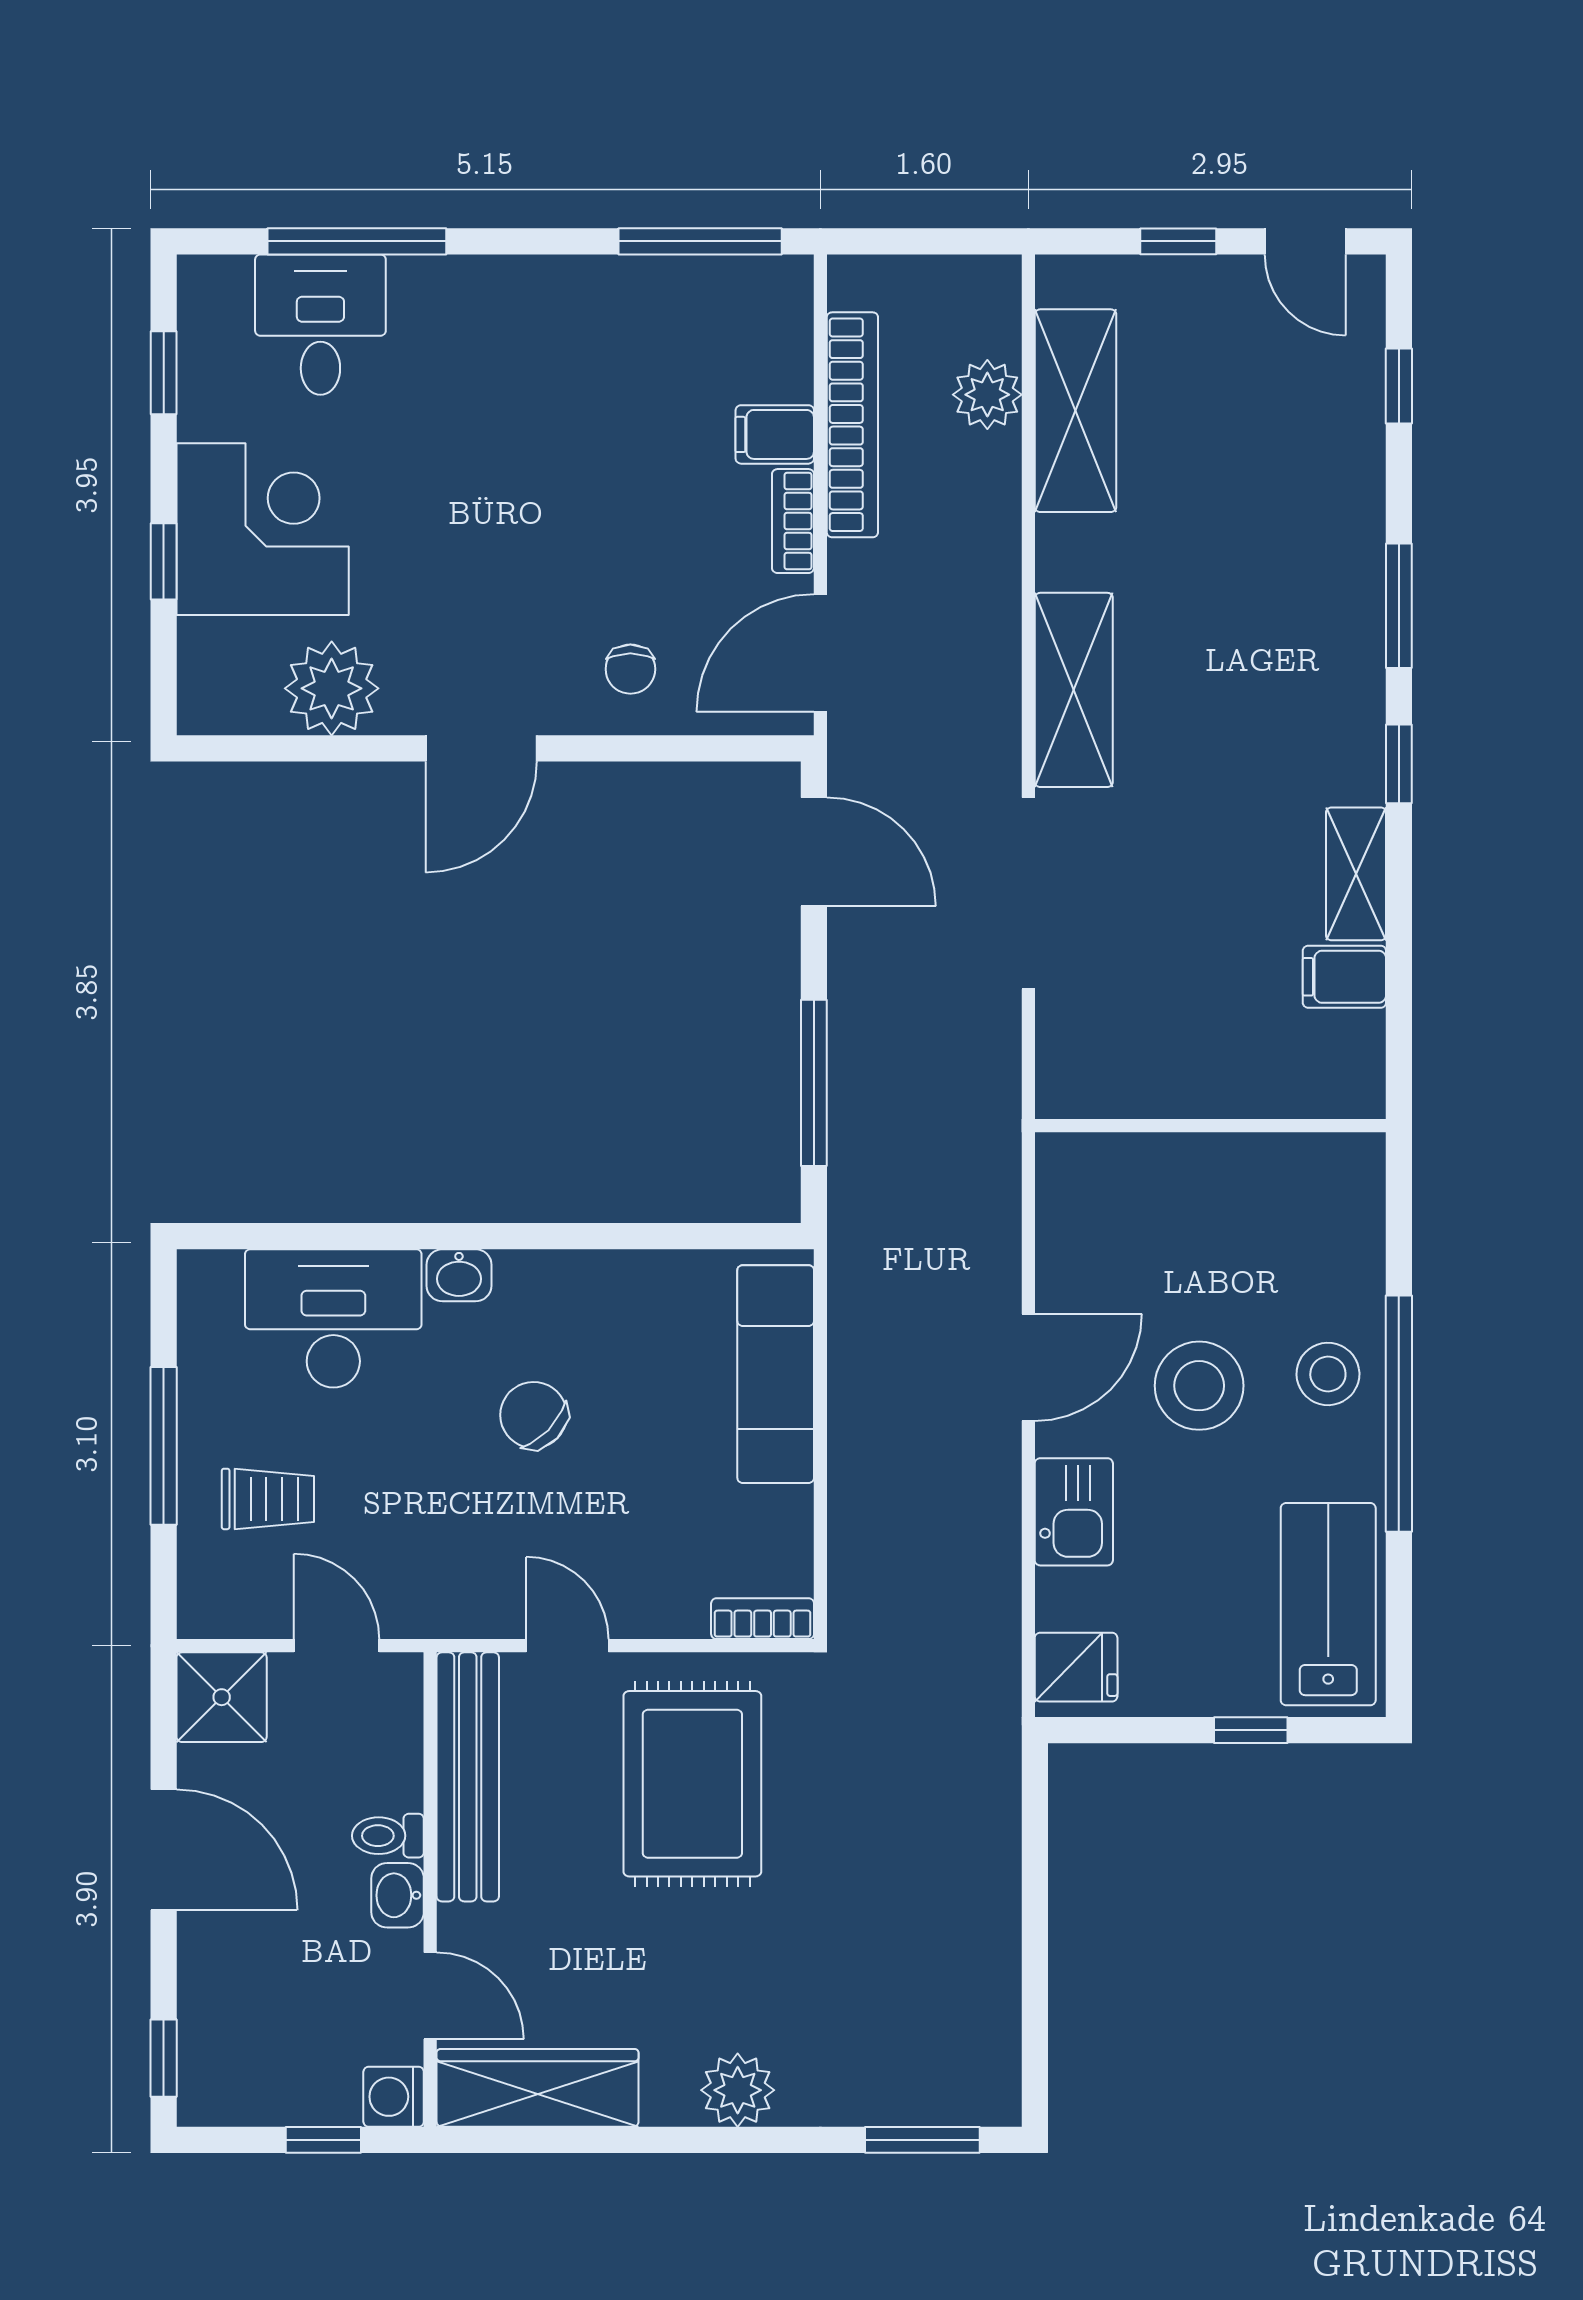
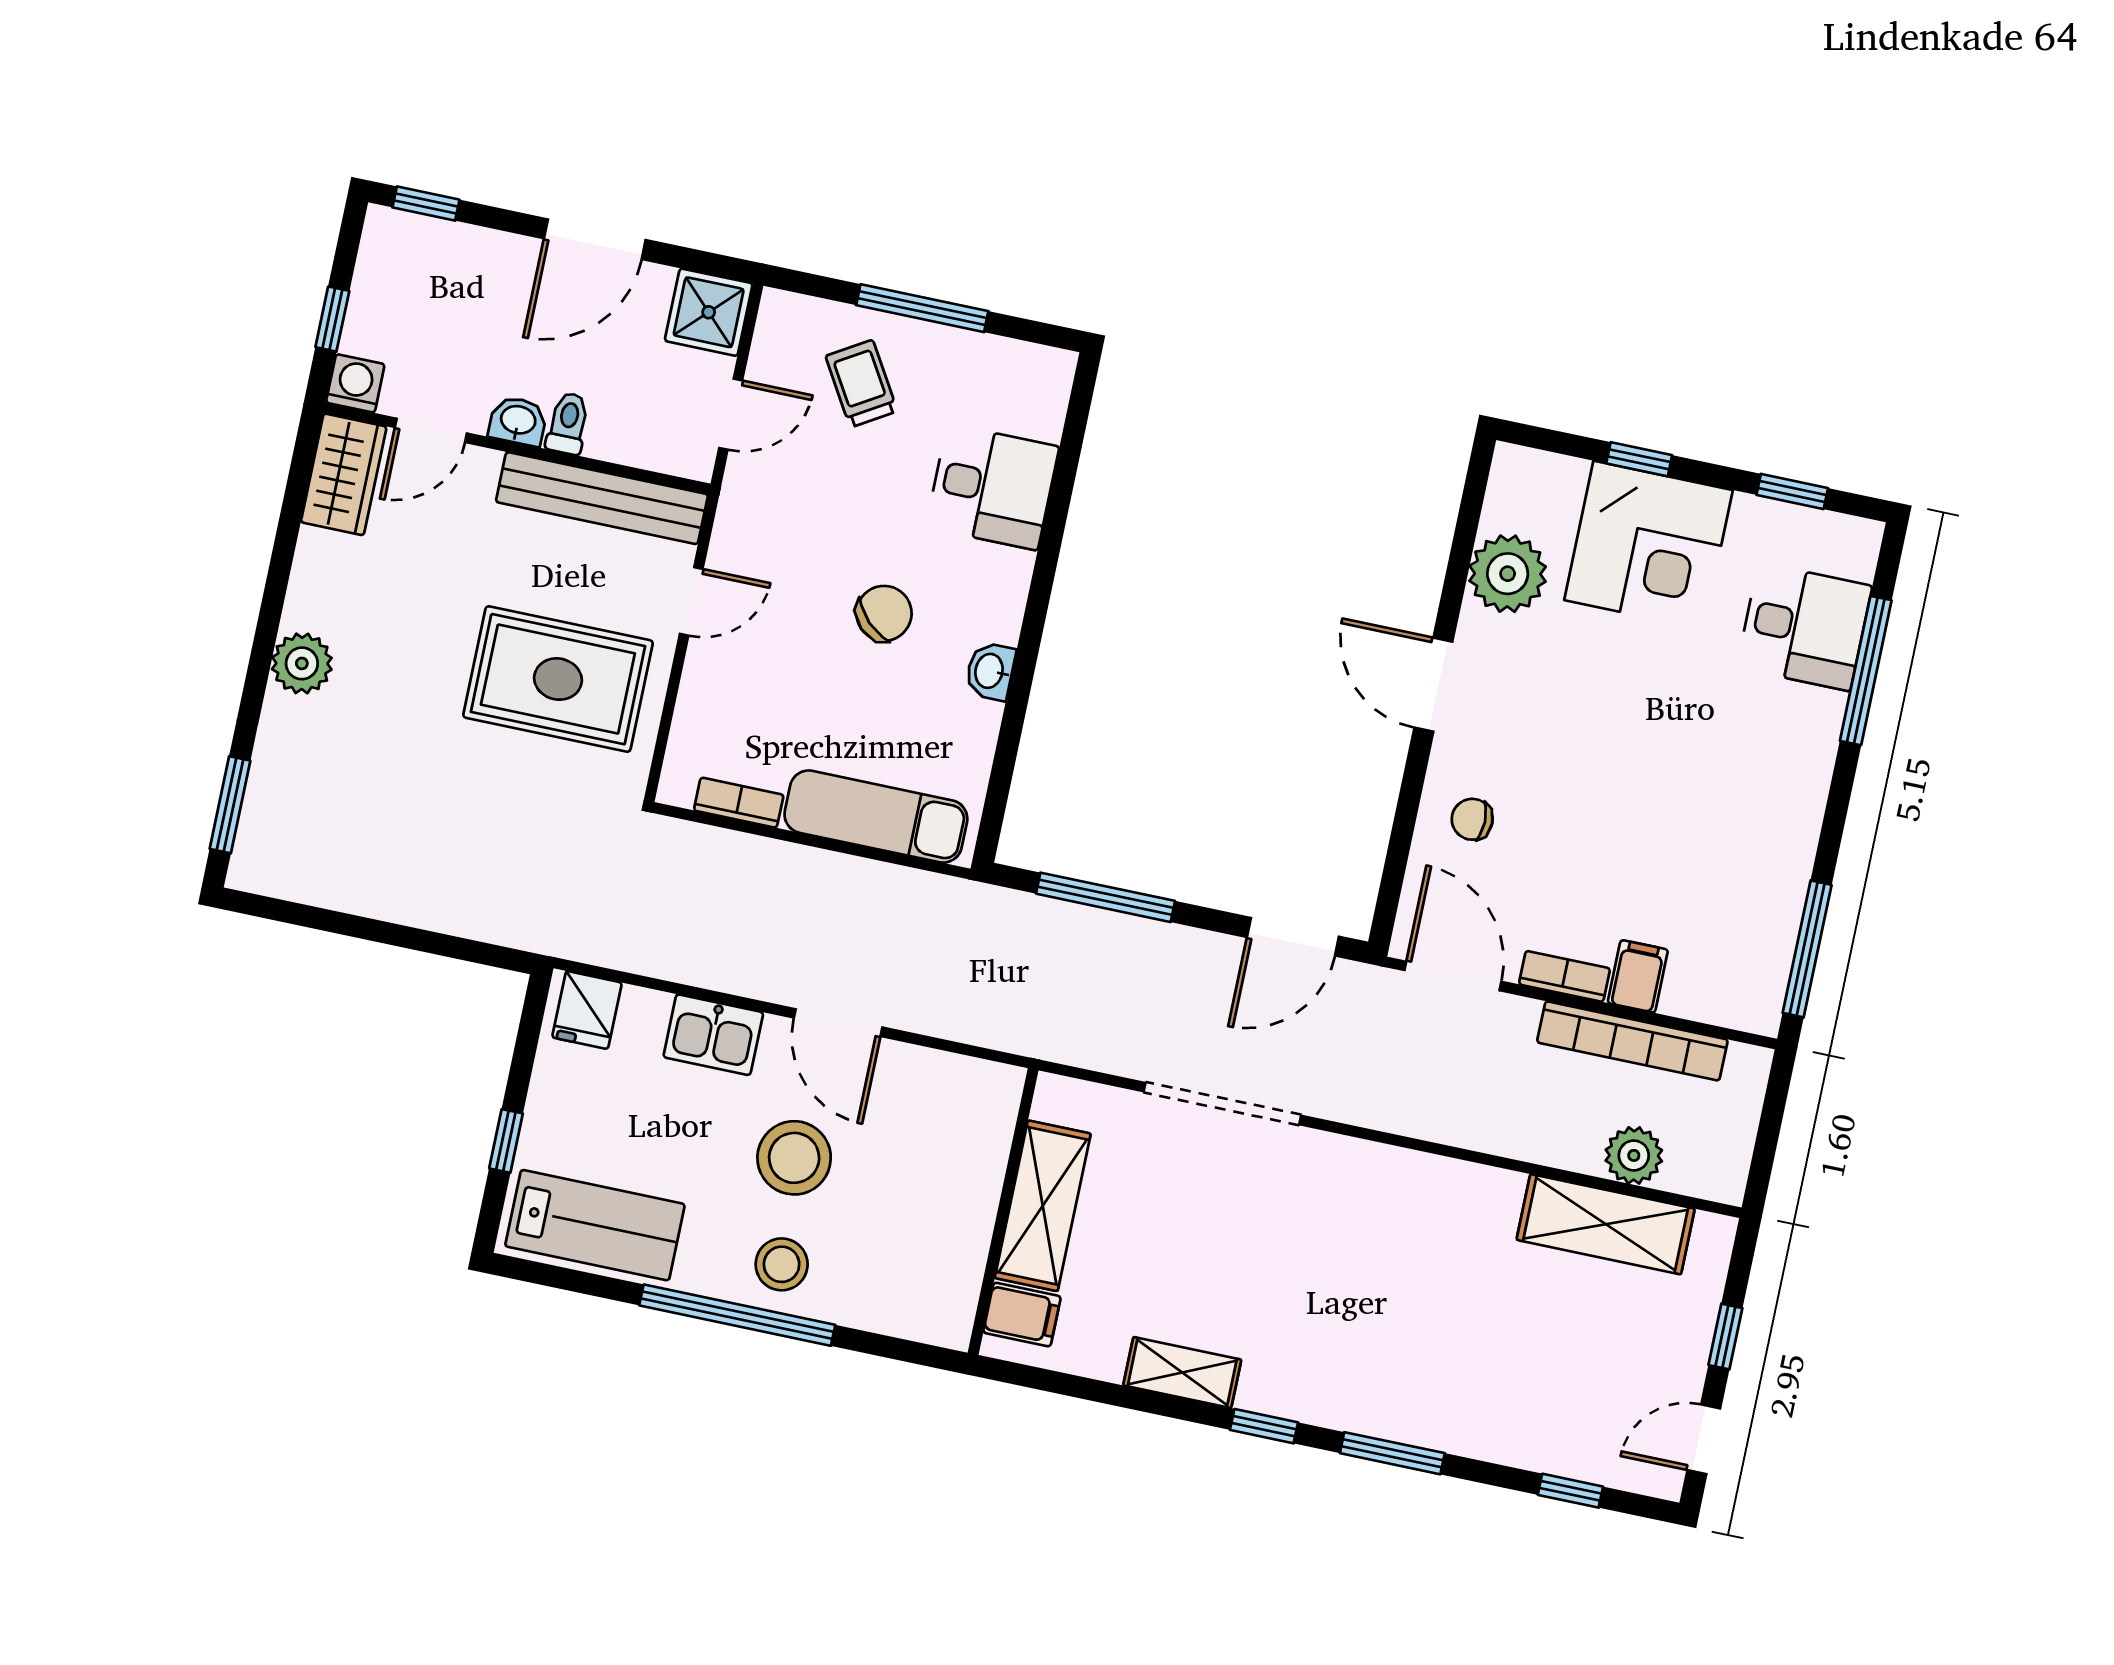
shelving: (1074, 690) -> (1043, 1206), moved, turned 90
filing cabinet: (1344, 977) -> (1022, 1315), moved, turned 90
washbasin: (459, 1275) -> (990, 671), moved
desk: (333, 1318) -> (993, 487), width x0.73
trolley: (268, 1499) -> (861, 384), turned 149
bookcase: (763, 1619) -> (739, 803), moved, turned -90
wardrobe: (538, 2088) -> (344, 474), width x0.67

